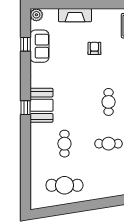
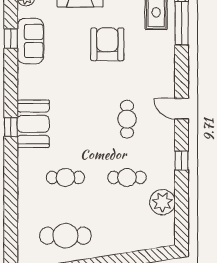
armchair: (94, 48) -> (107, 44), width x1.88, depth x1.88
cafe table: (64, 144) -> (65, 177), turned 90

